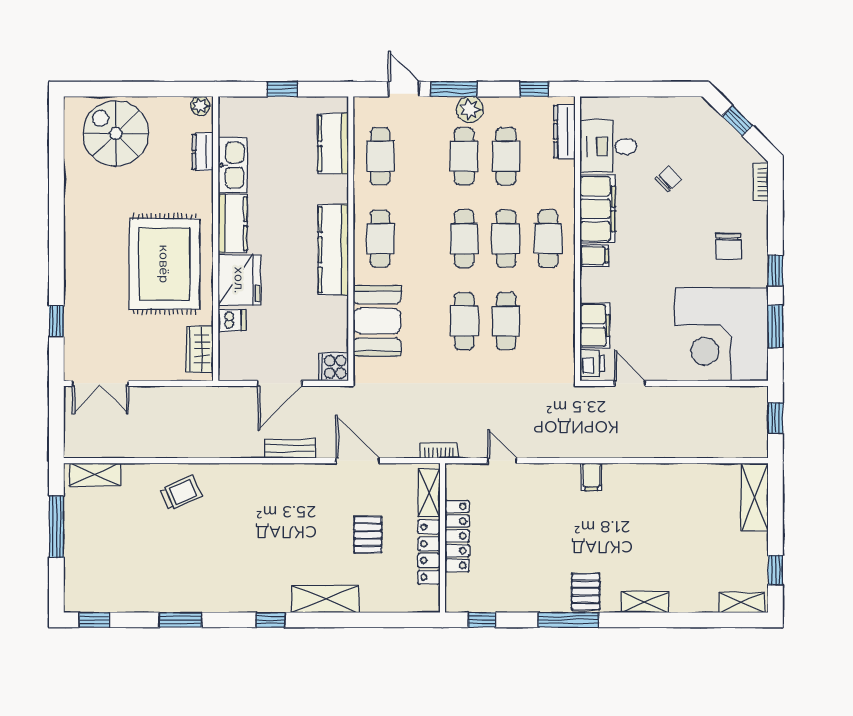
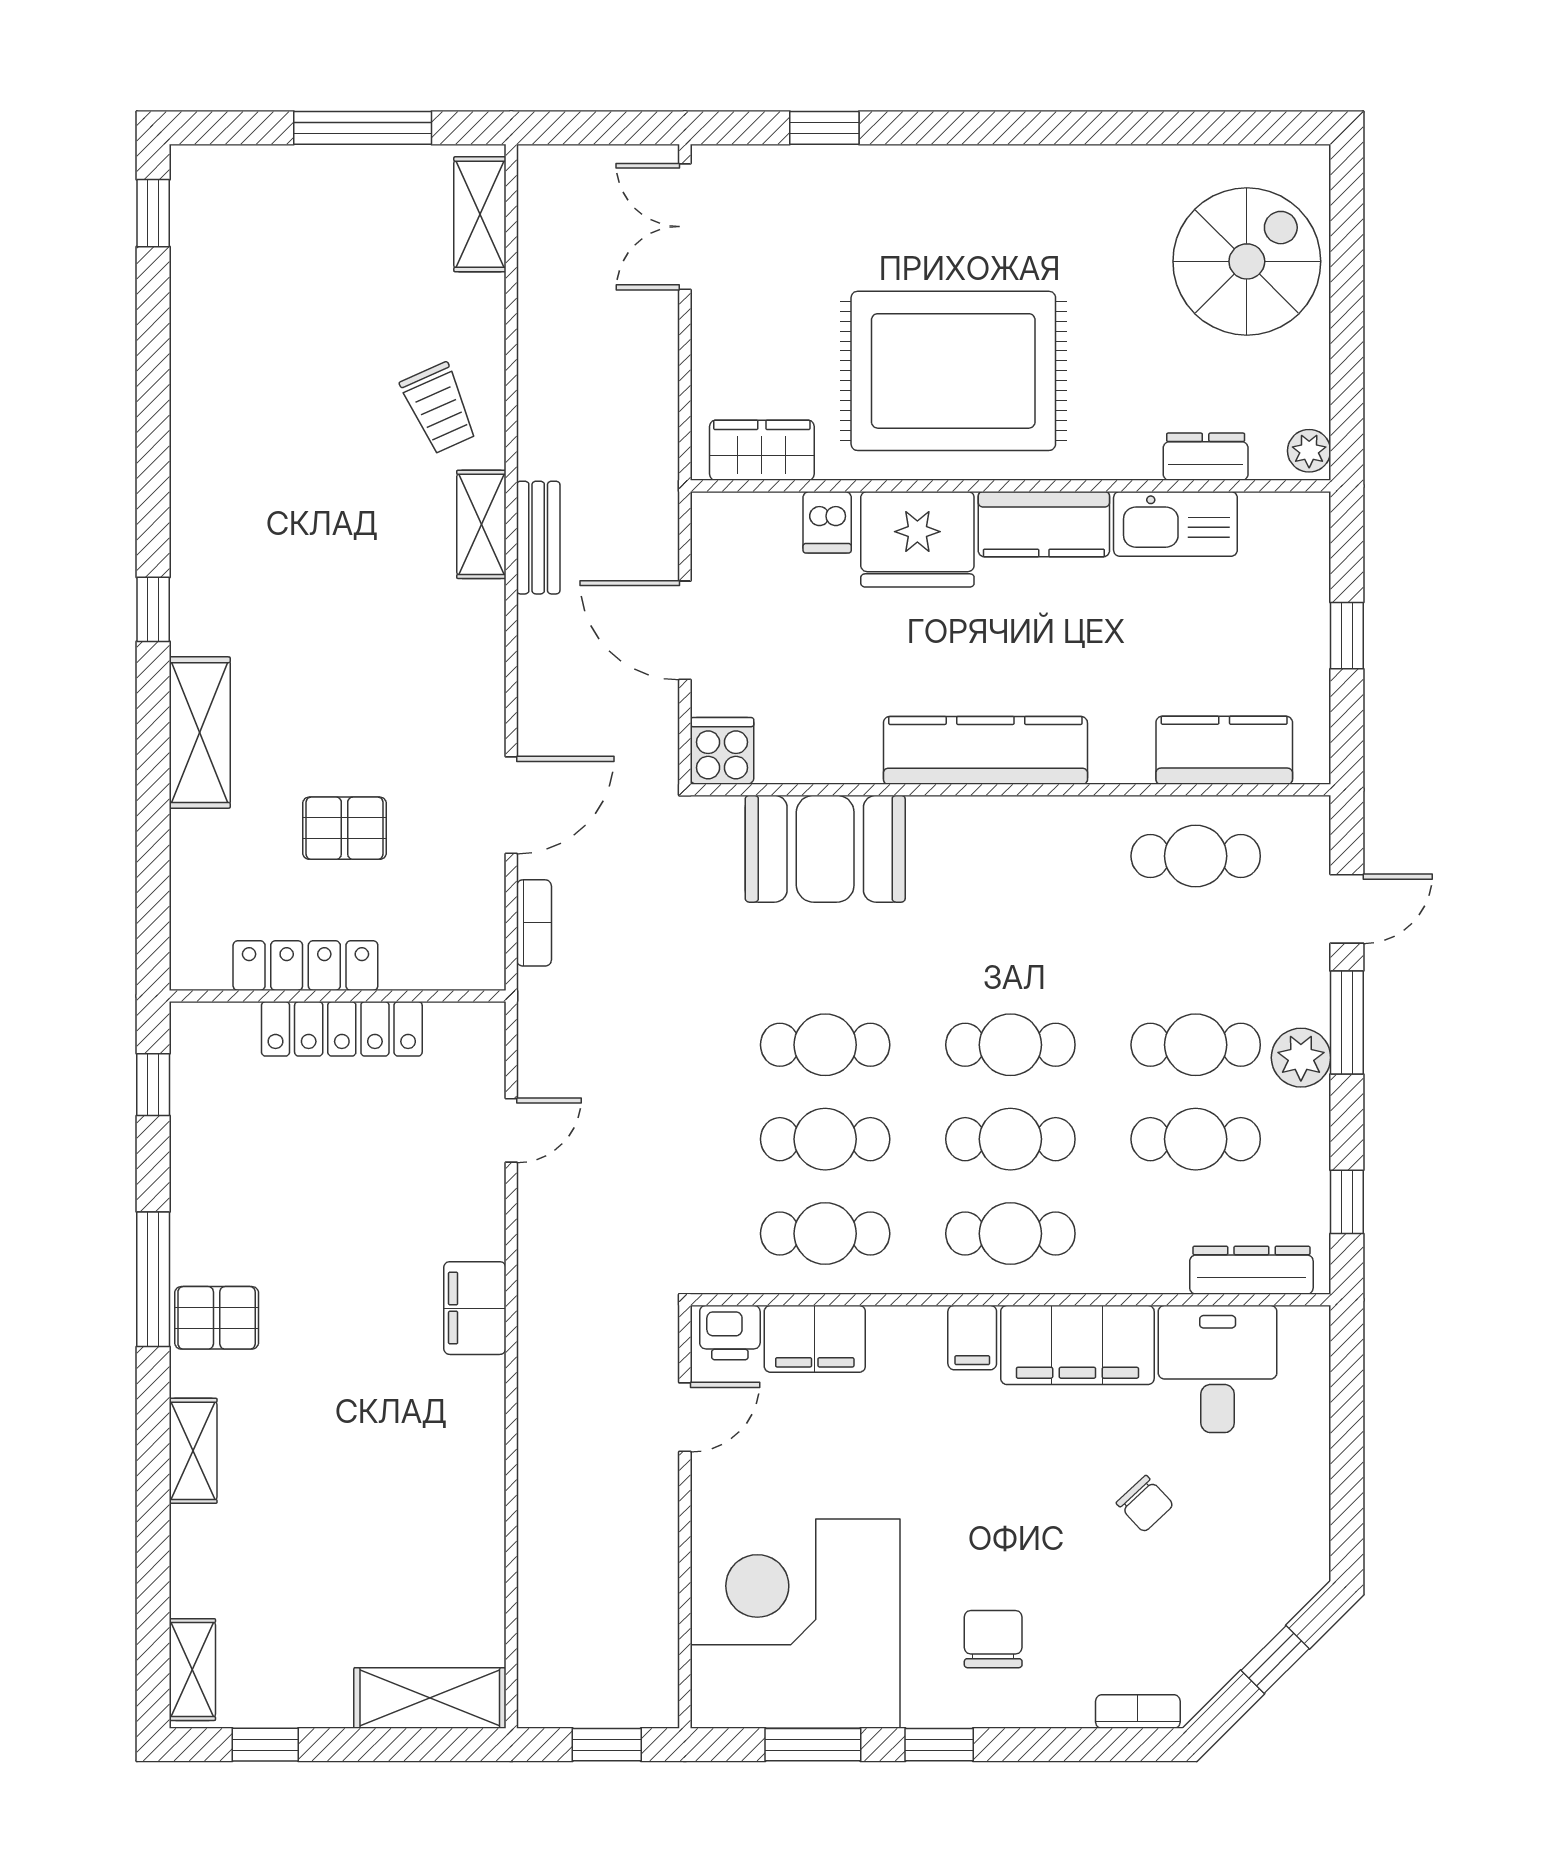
cafe table: (380, 239) -> (825, 1234), moved
chair: (728, 246) -> (993, 1639), turned 90
bench: (290, 449) -> (538, 538), moved
bookcase: (439, 450) -> (534, 923), moved
filing cabinet: (592, 477) -> (475, 1308), width x2.00
shelving: (429, 493) -> (481, 524), moved, turned 90
window: (180, 620) -> (153, 407), removed

